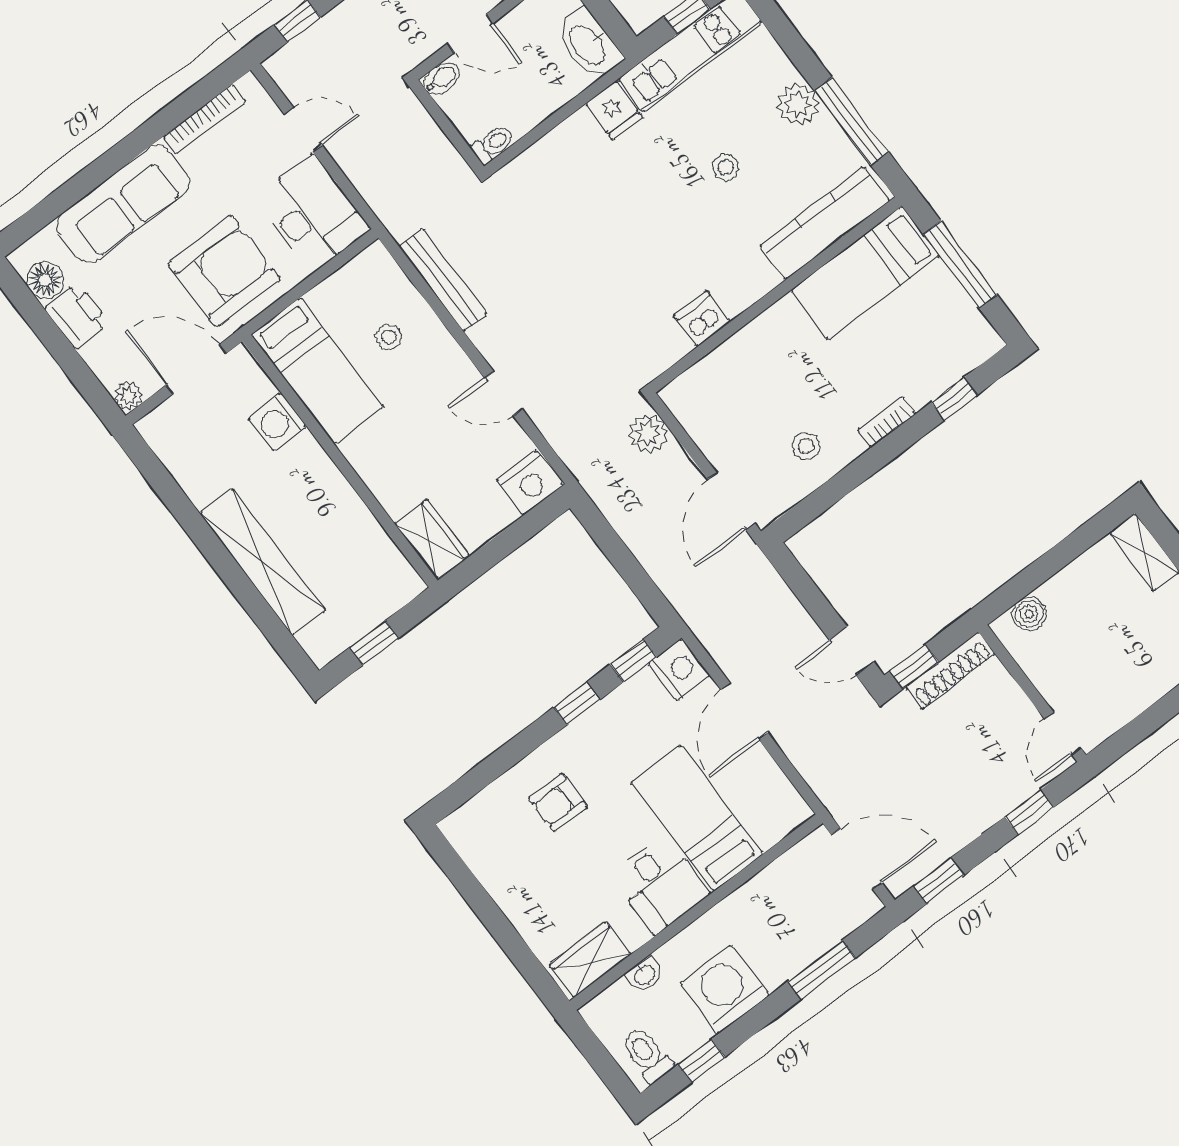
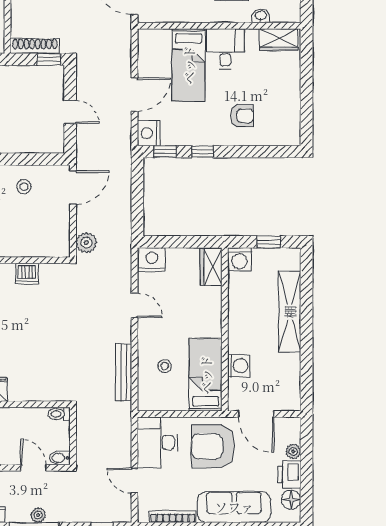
plant: (128, 396) -> (293, 452), moved
washing machine: (398, 583) -> (240, 259), added
door: (852, 651) -> (70, 112), moved

